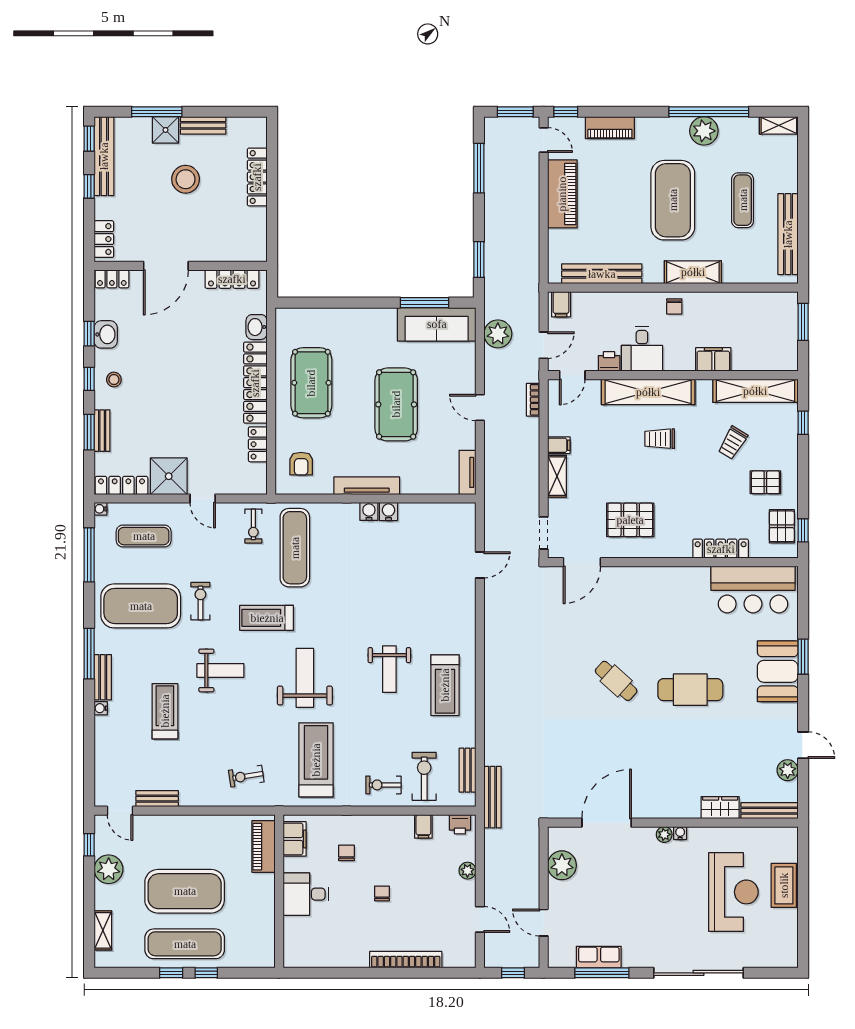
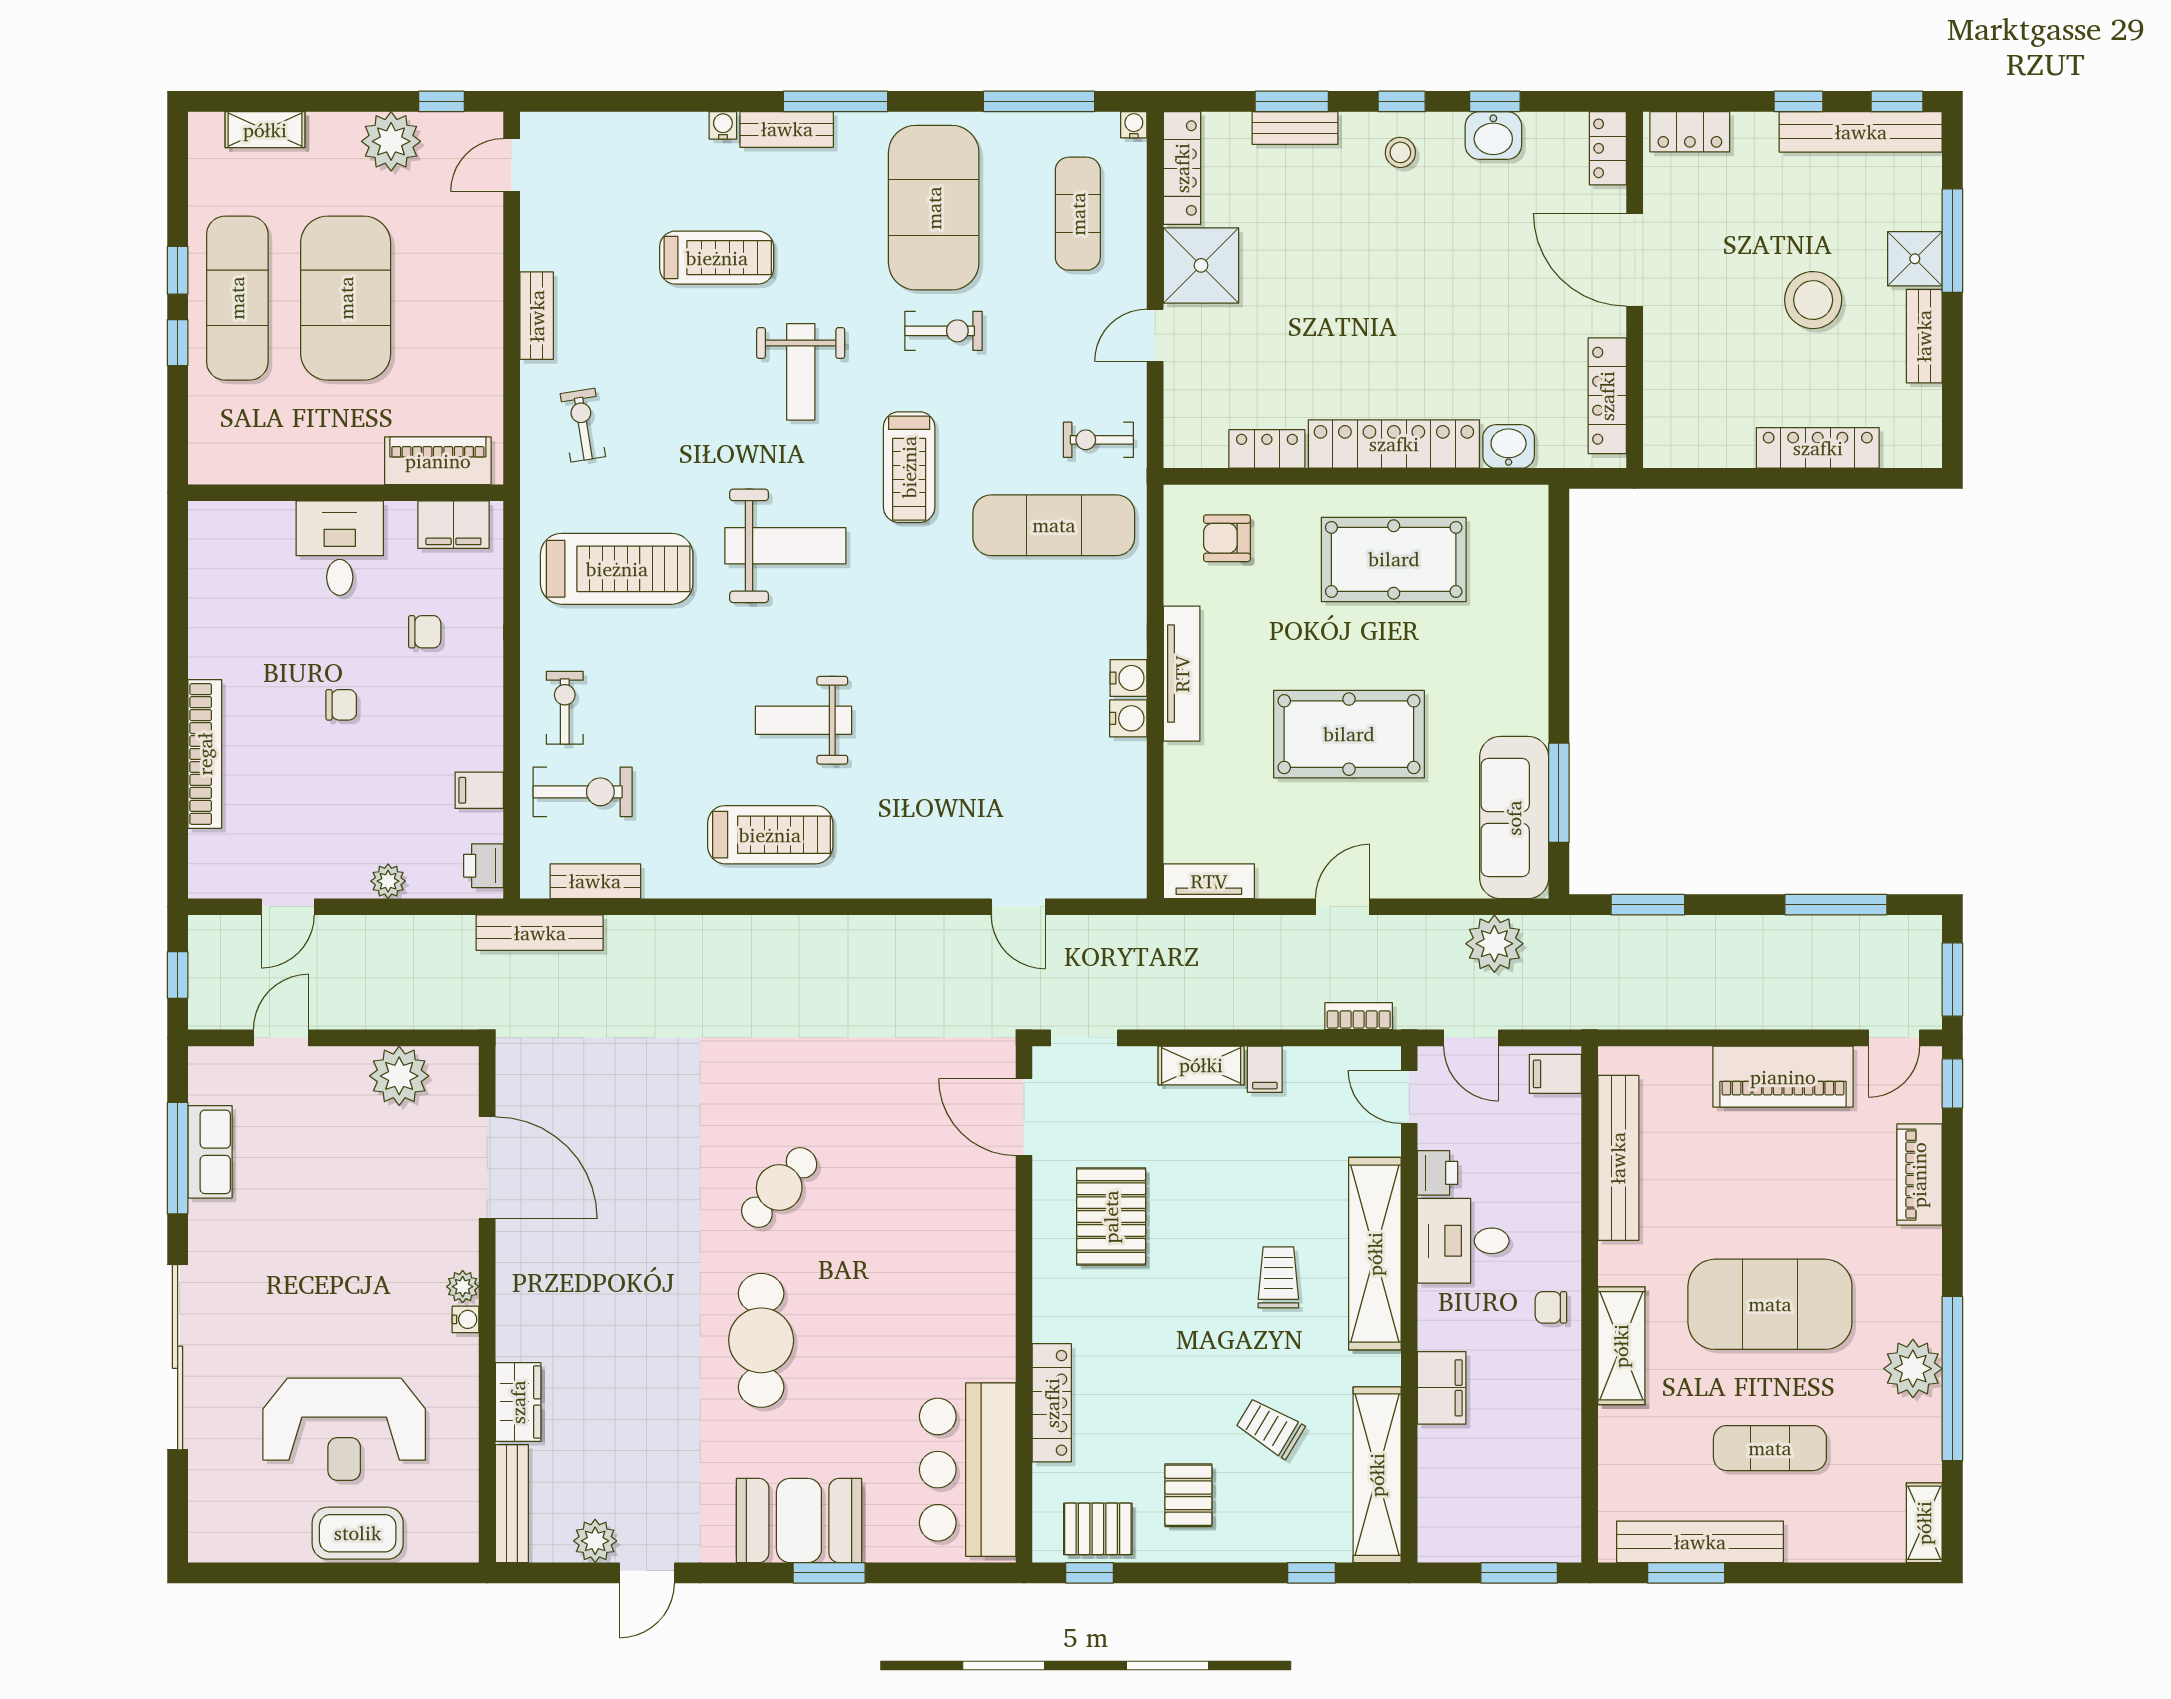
window: (803, 241) -> (1686, 1573), added
treadmill: (267, 618) -> (909, 467), turned 180
treadmill: (445, 685) -> (770, 835), turned 180
bench: (157, 799) -> (537, 316), moved

